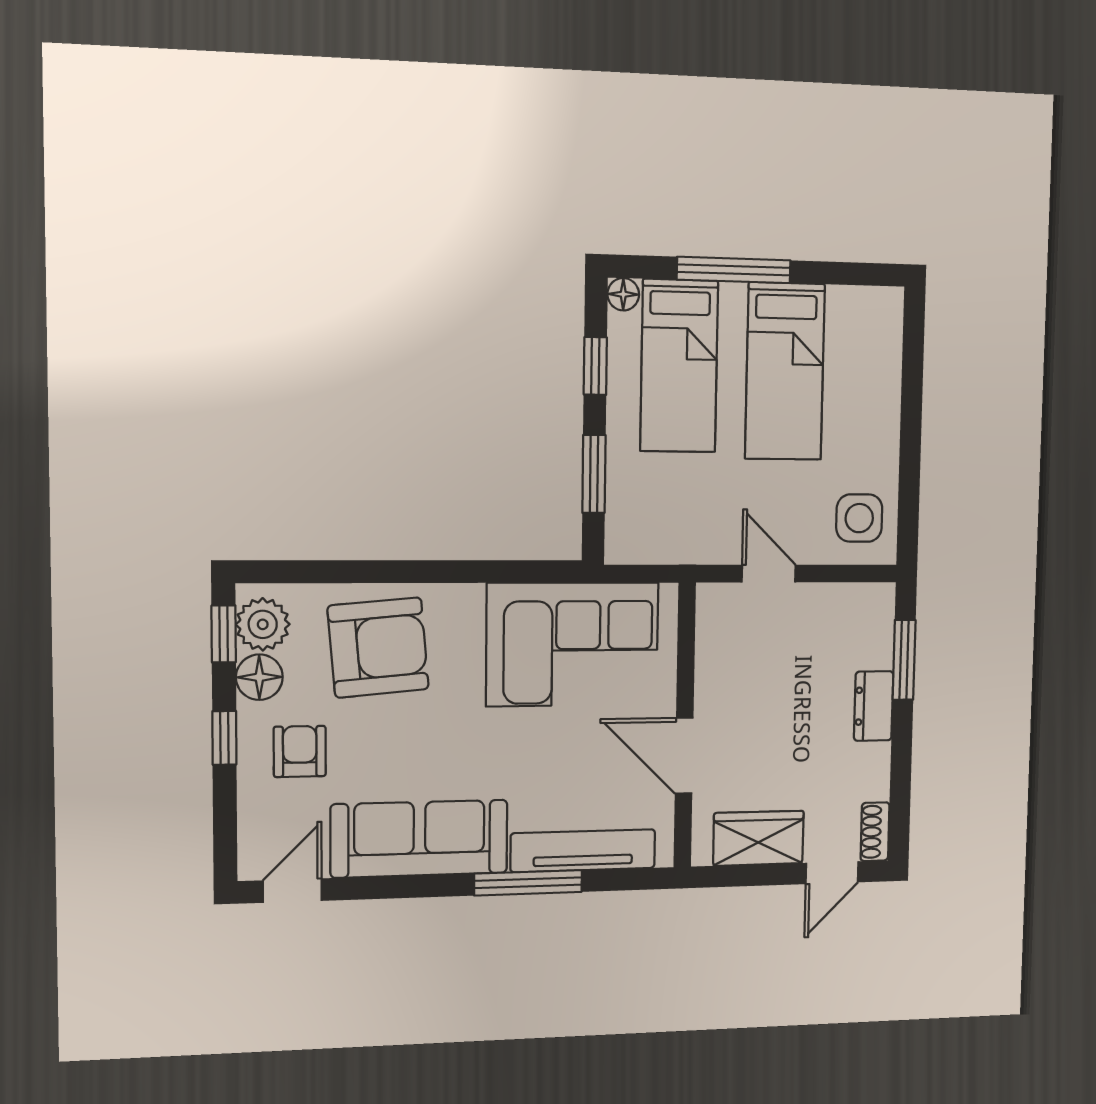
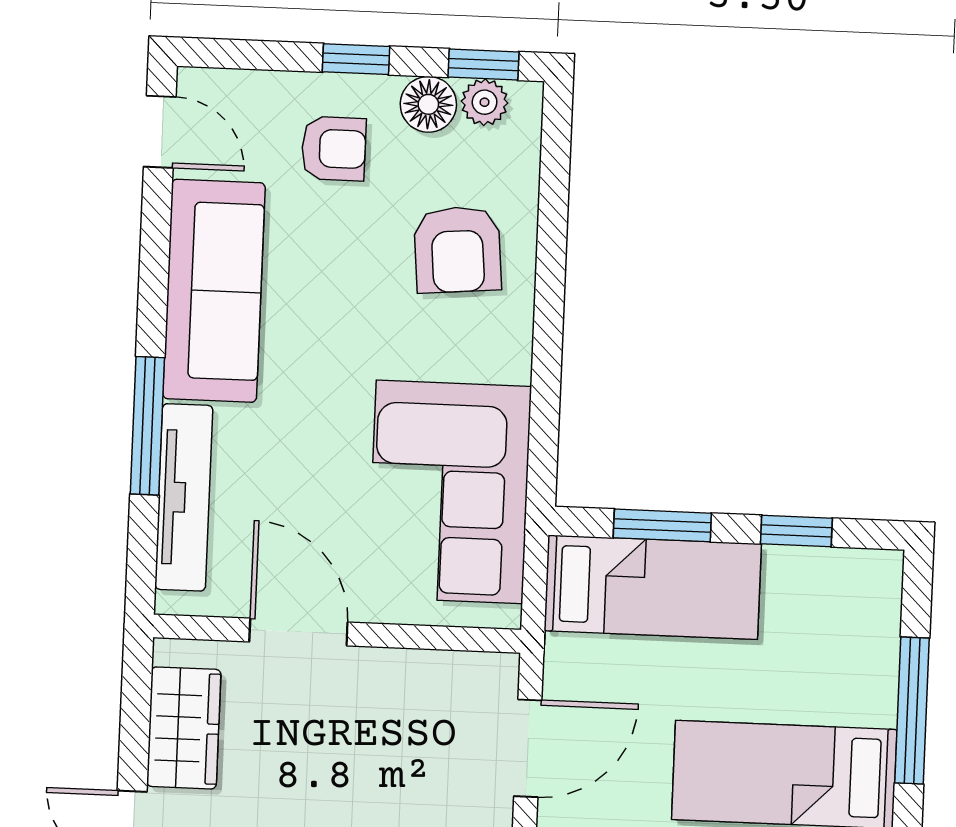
floor lamp: (623, 294) -> (884, 569), removed
bed: (679, 366) -> (653, 587), moved, turned 180
door: (769, 574) -> (528, 748), width x1.38
plant: (263, 624) -> (485, 102), width x0.73, depth x0.73
armchair: (378, 648) -> (458, 250), width x0.73, depth x0.73
door: (684, 756) -> (298, 632), hinge flipped

